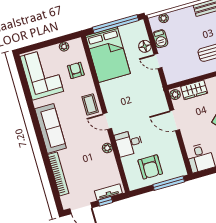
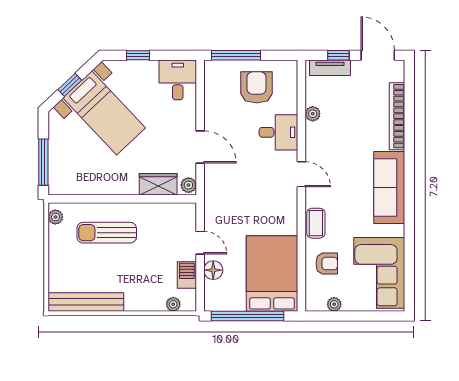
armchair: (76, 70) -> (327, 264), turned -90
coffee table: (90, 104) -> (316, 223), moved
plant: (107, 148) -> (313, 114), moved

